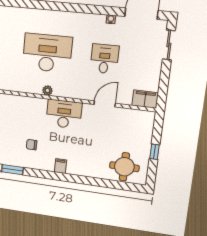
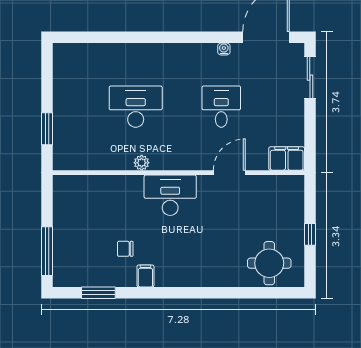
desk: (47, 53) -> (136, 107), width x0.73, depth x0.77
filing cabinet: (60, 166) -> (145, 276), moved

